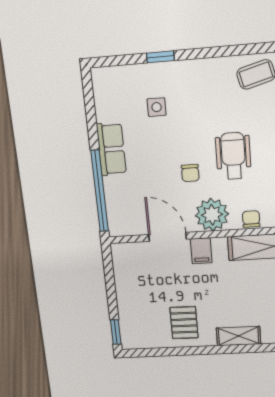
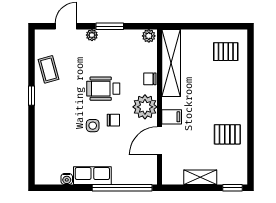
window: (160, 57) -> (31, 96), moved
side table: (157, 107) -> (93, 126), moved
water cooler: (103, 113) -> (67, 179), added
shelving: (238, 336) -> (200, 177), moved, turned 90

